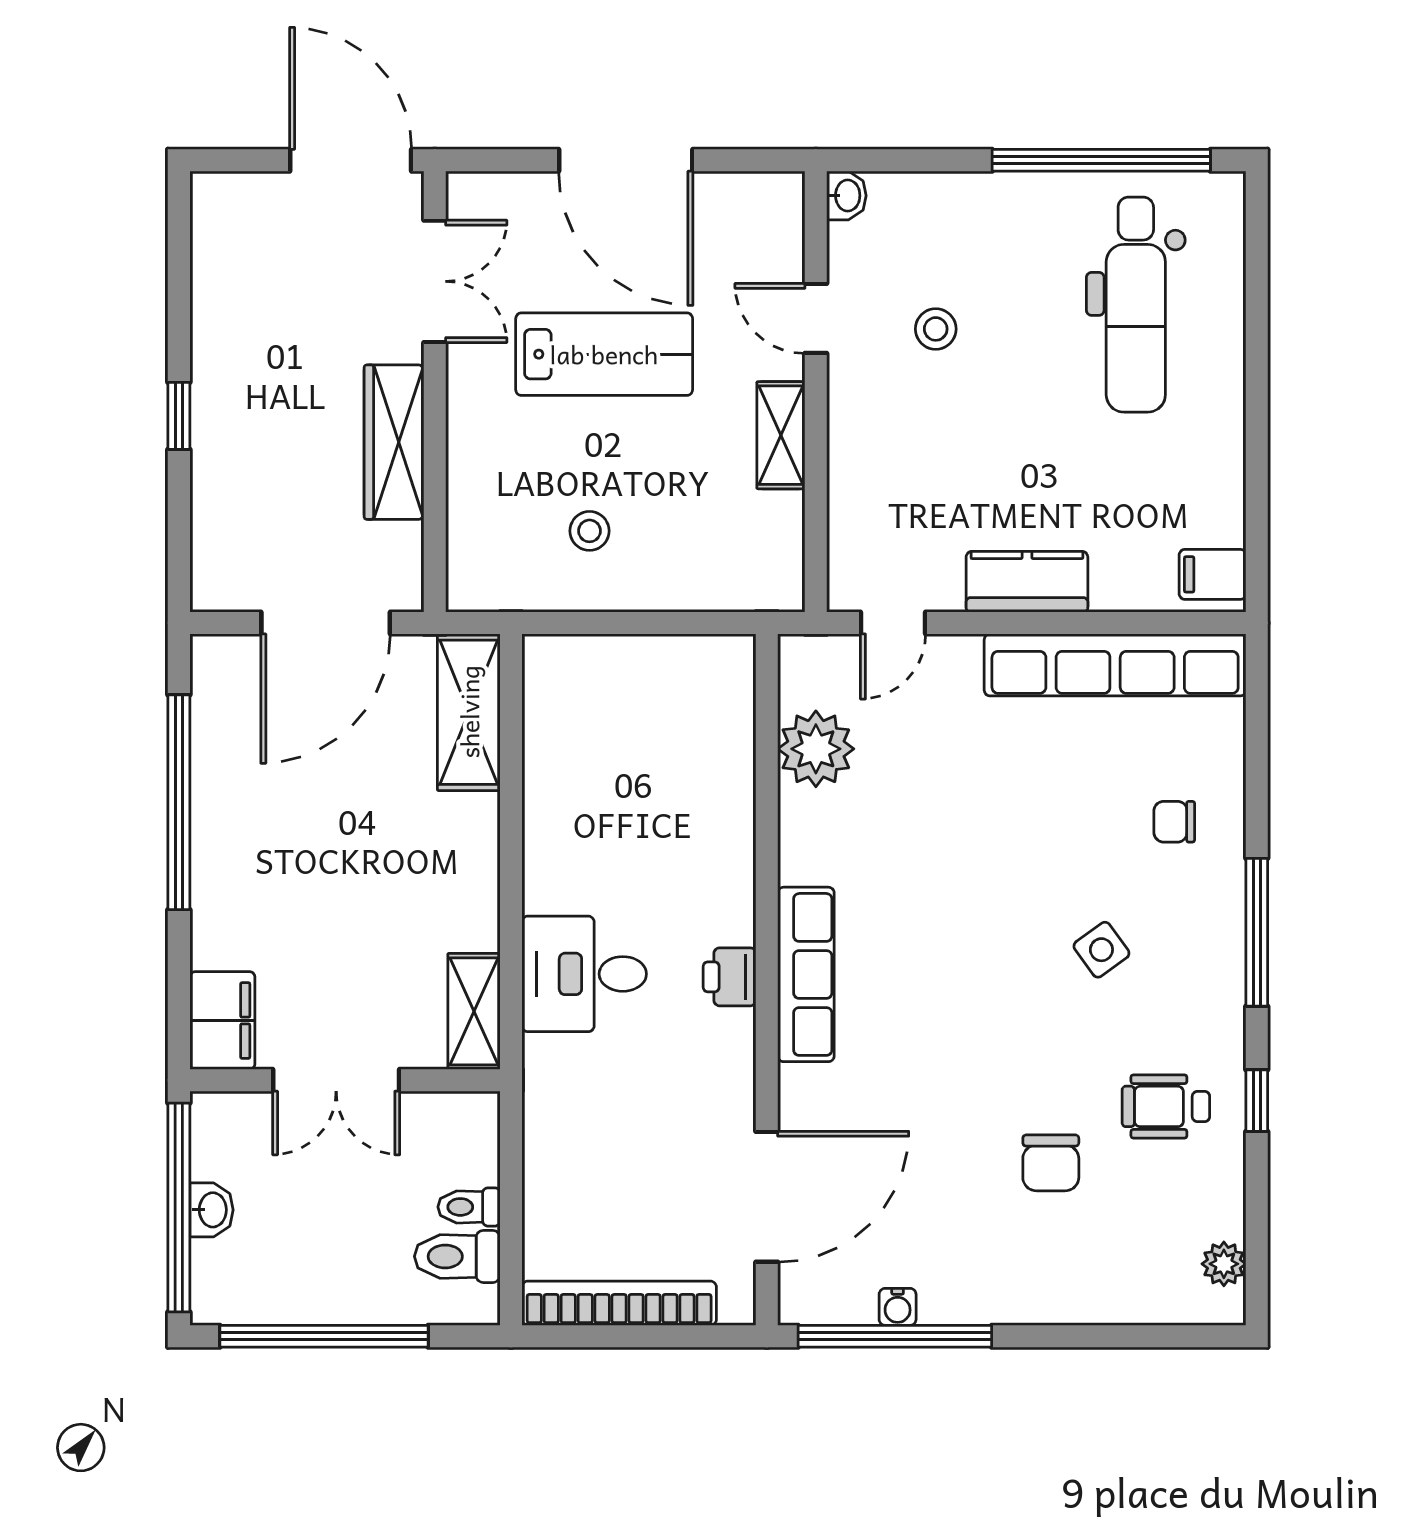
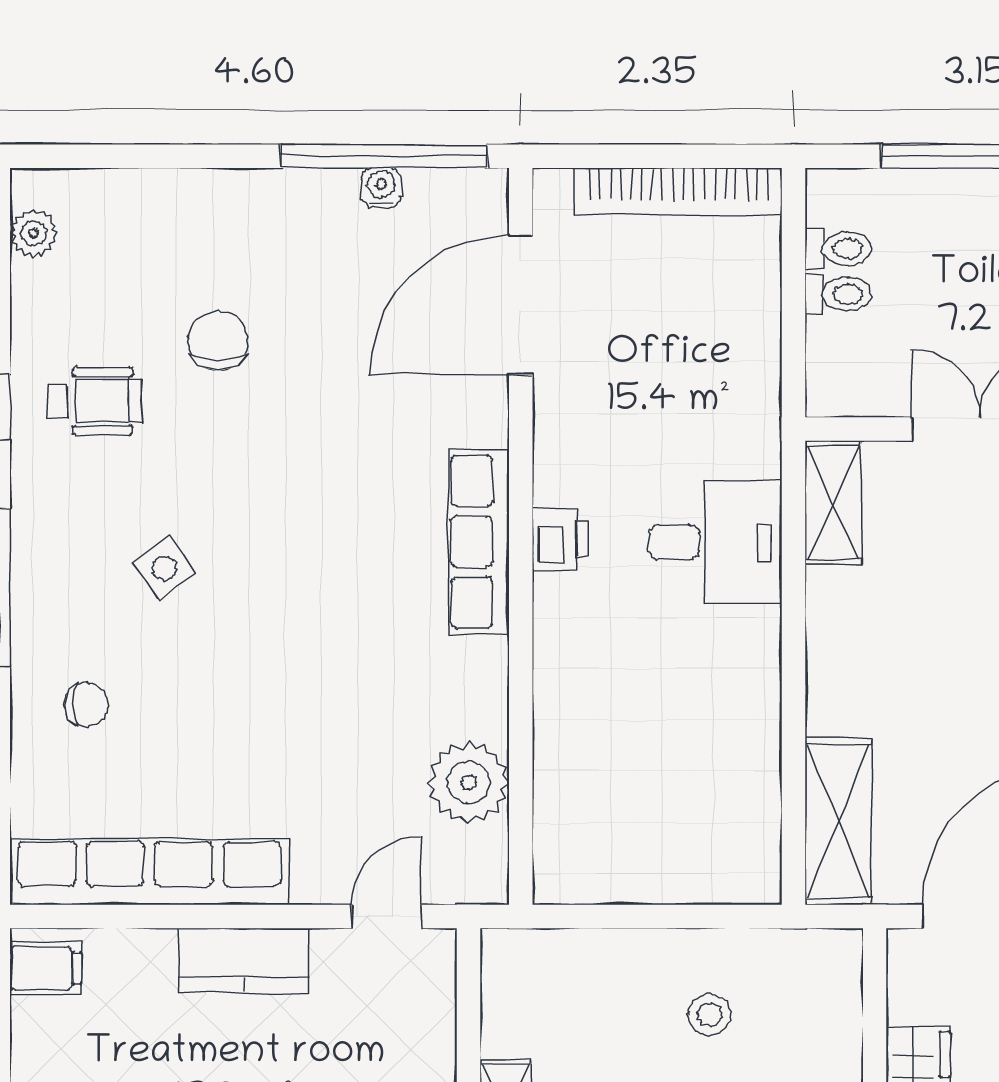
toilet: (457, 1256) -> (838, 249), width x0.73, depth x0.72

